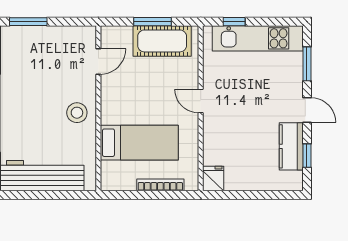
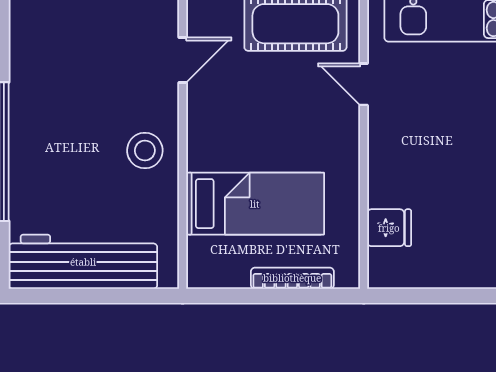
door: (201, 101) -> (364, 84), moved
fridge: (213, 178) -> (389, 228), moved, turned 90

